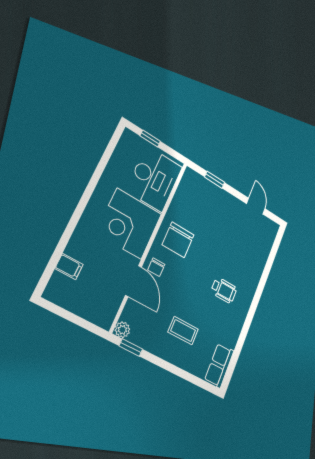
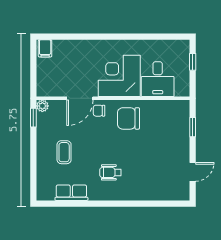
desk: (154, 179) -> (158, 79), width x0.73
filing cabinet: (69, 266) -> (45, 48), moved
wheelchair: (224, 290) -> (111, 172), turned 90
row of seats: (219, 365) -> (71, 193), moved

